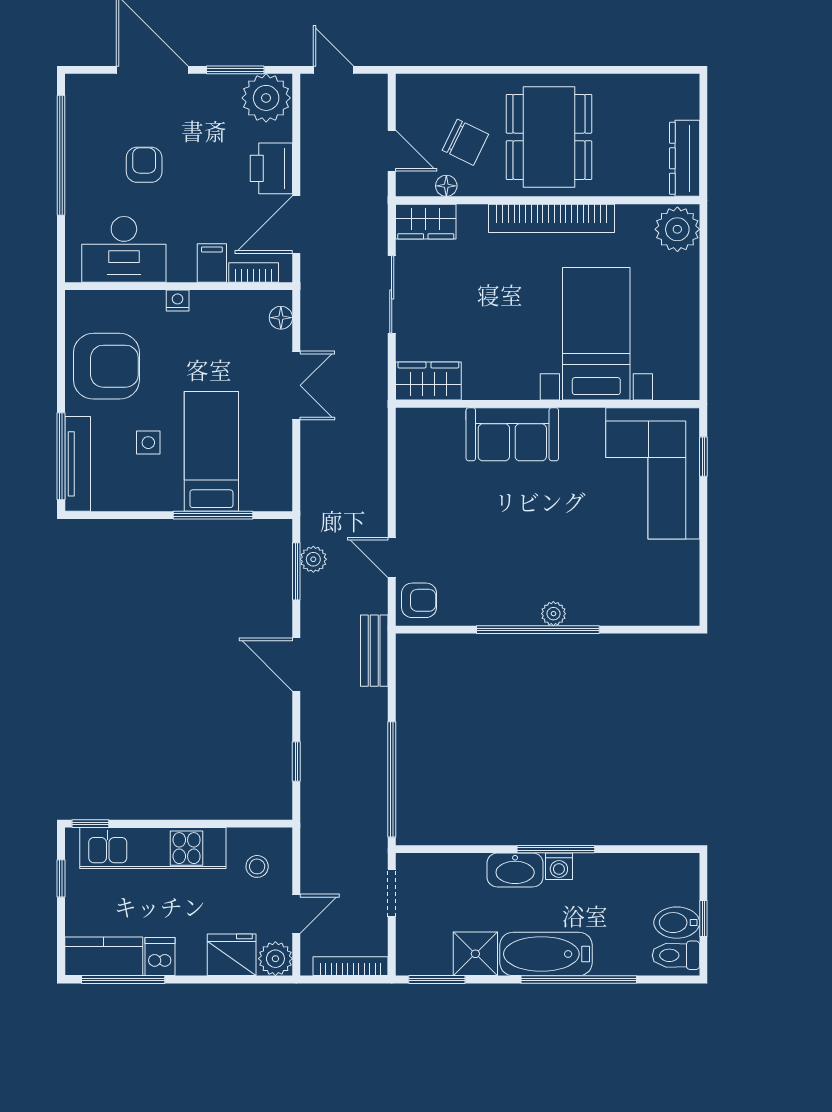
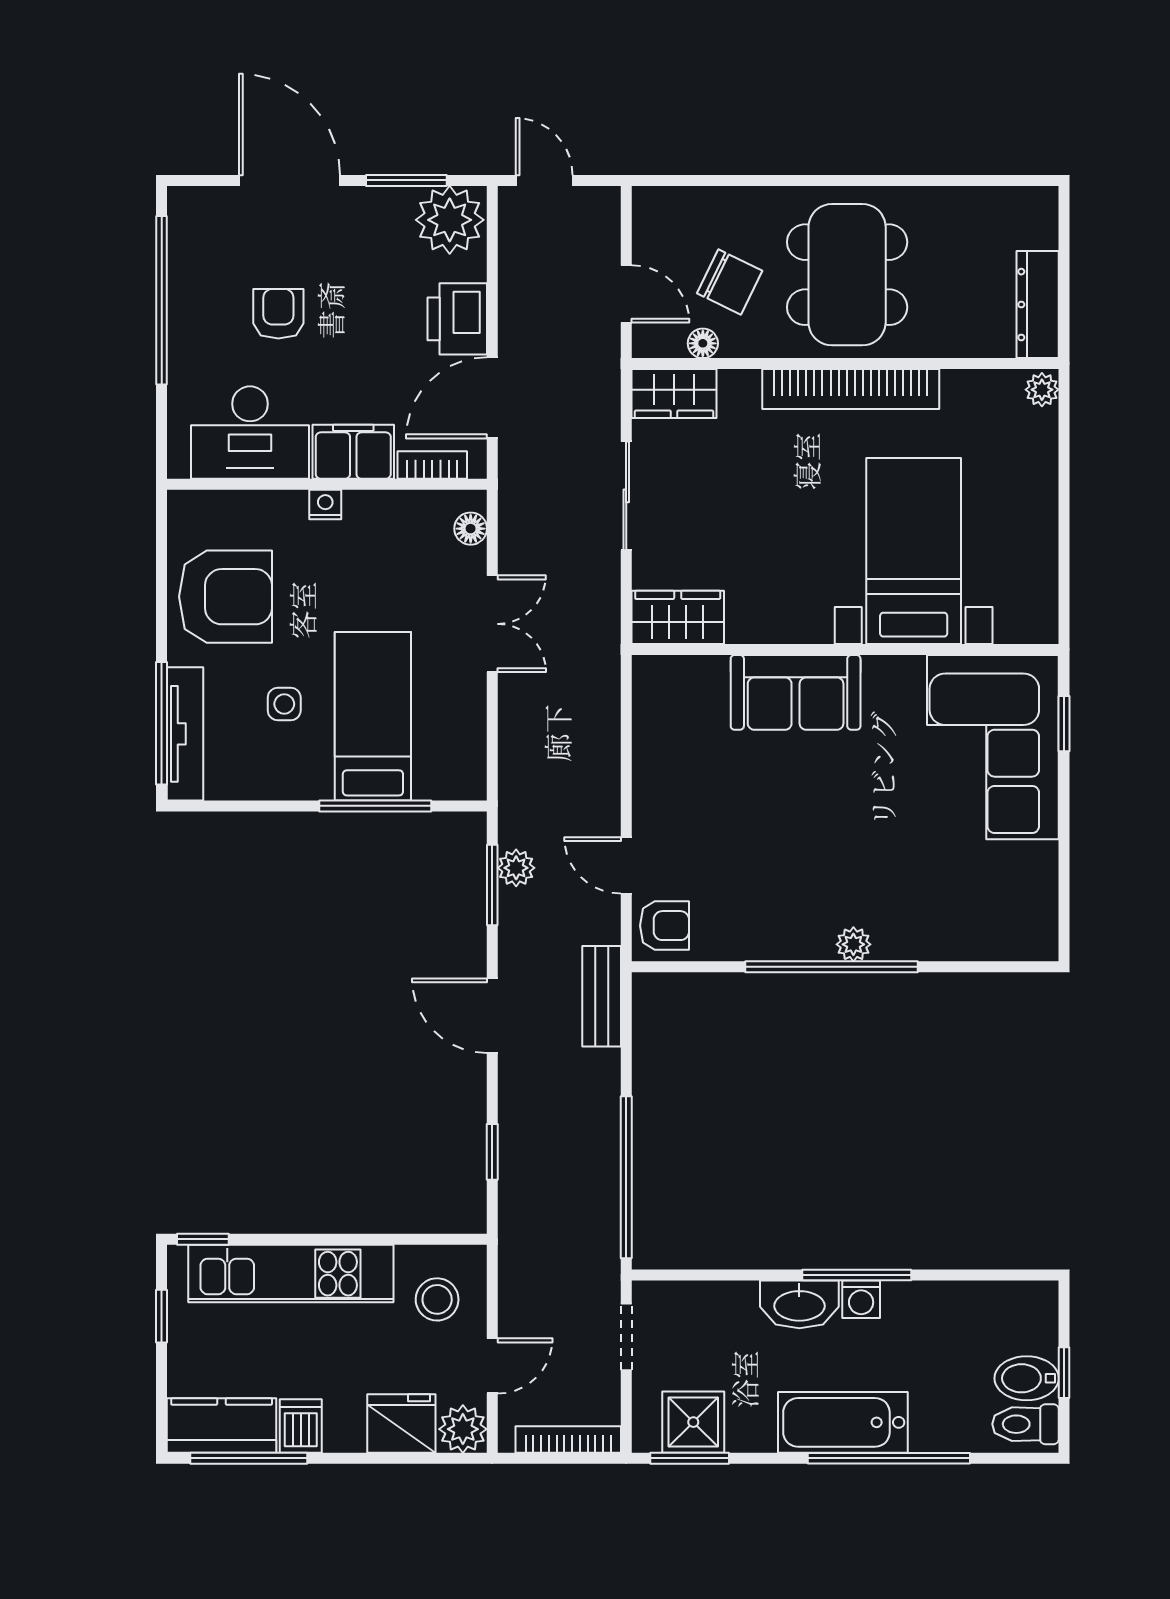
plant: (677, 229) -> (1042, 390), width x0.53, depth x0.53
filing cabinet: (212, 263) -> (353, 452), width x2.00
stool: (257, 866) -> (437, 1299), width x1.37, depth x1.37
shower: (475, 954) -> (693, 1422), moved

